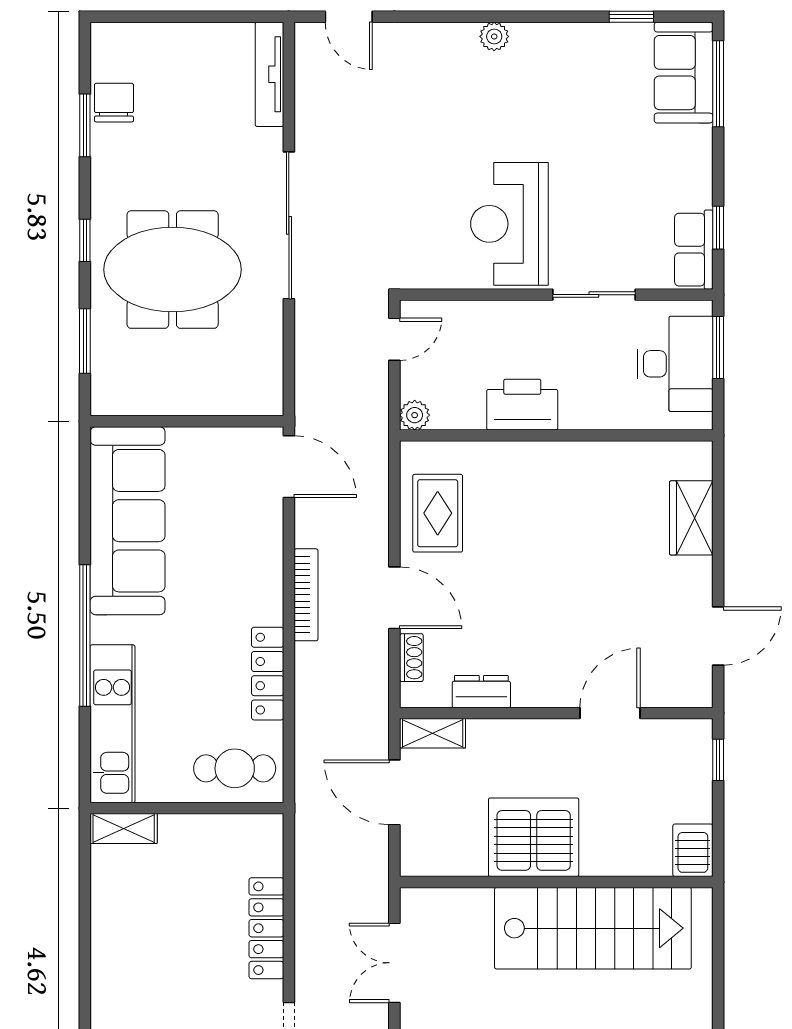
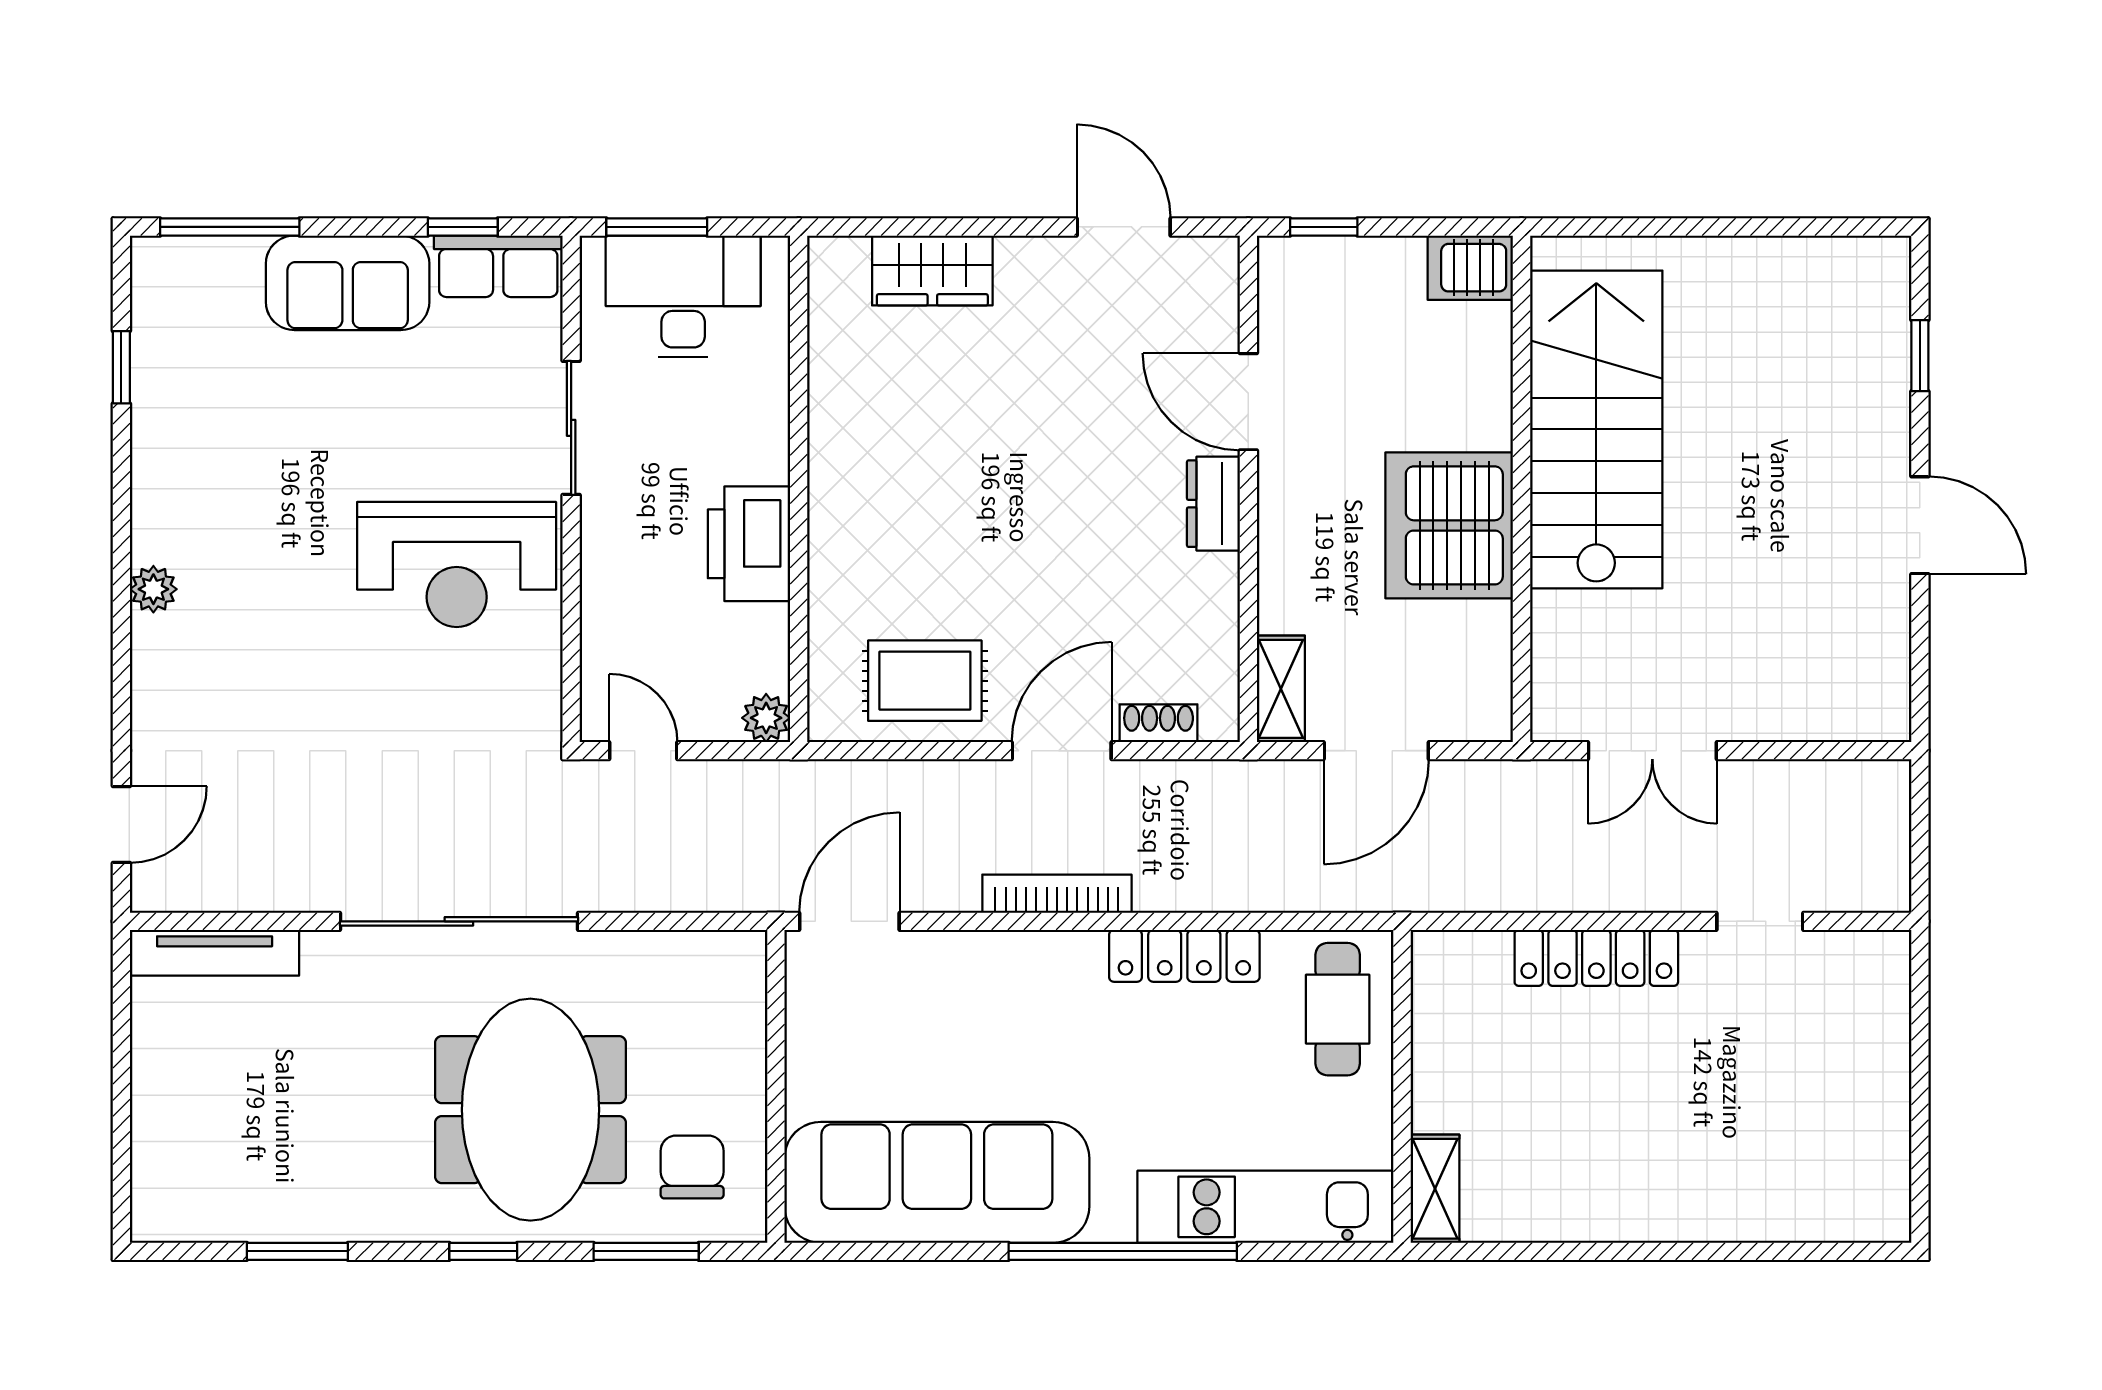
sofa: (684, 73) -> (348, 283), moved
chair: (114, 103) -> (692, 1167), moved, turned 90
dresser: (481, 692) -> (1213, 504), moved

